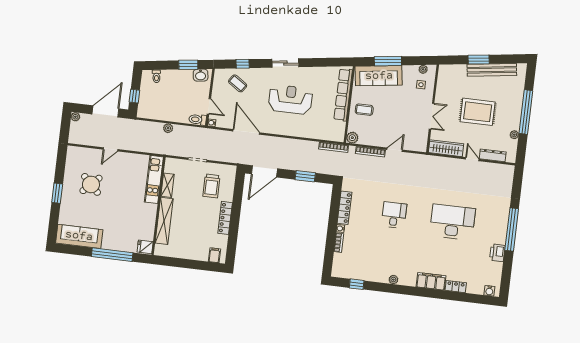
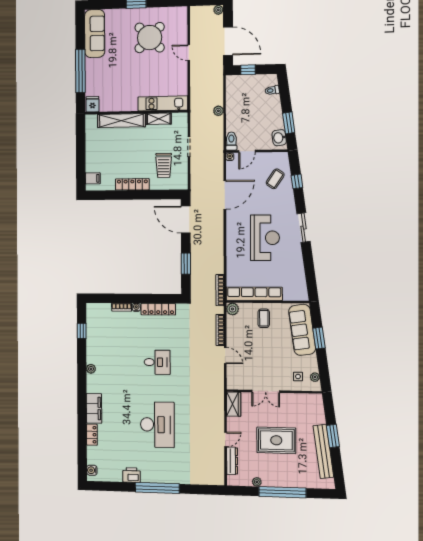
window: (388, 61) -> (319, 338), width x0.69
row of seats: (343, 95) -> (254, 294), moved
rug: (478, 112) -> (276, 440), turned 90
wardrobe: (446, 148) -> (234, 404), width x0.67
round table: (91, 184) -> (150, 38), width x1.36, depth x1.36
trolley: (211, 186) -> (164, 165), turned -90

